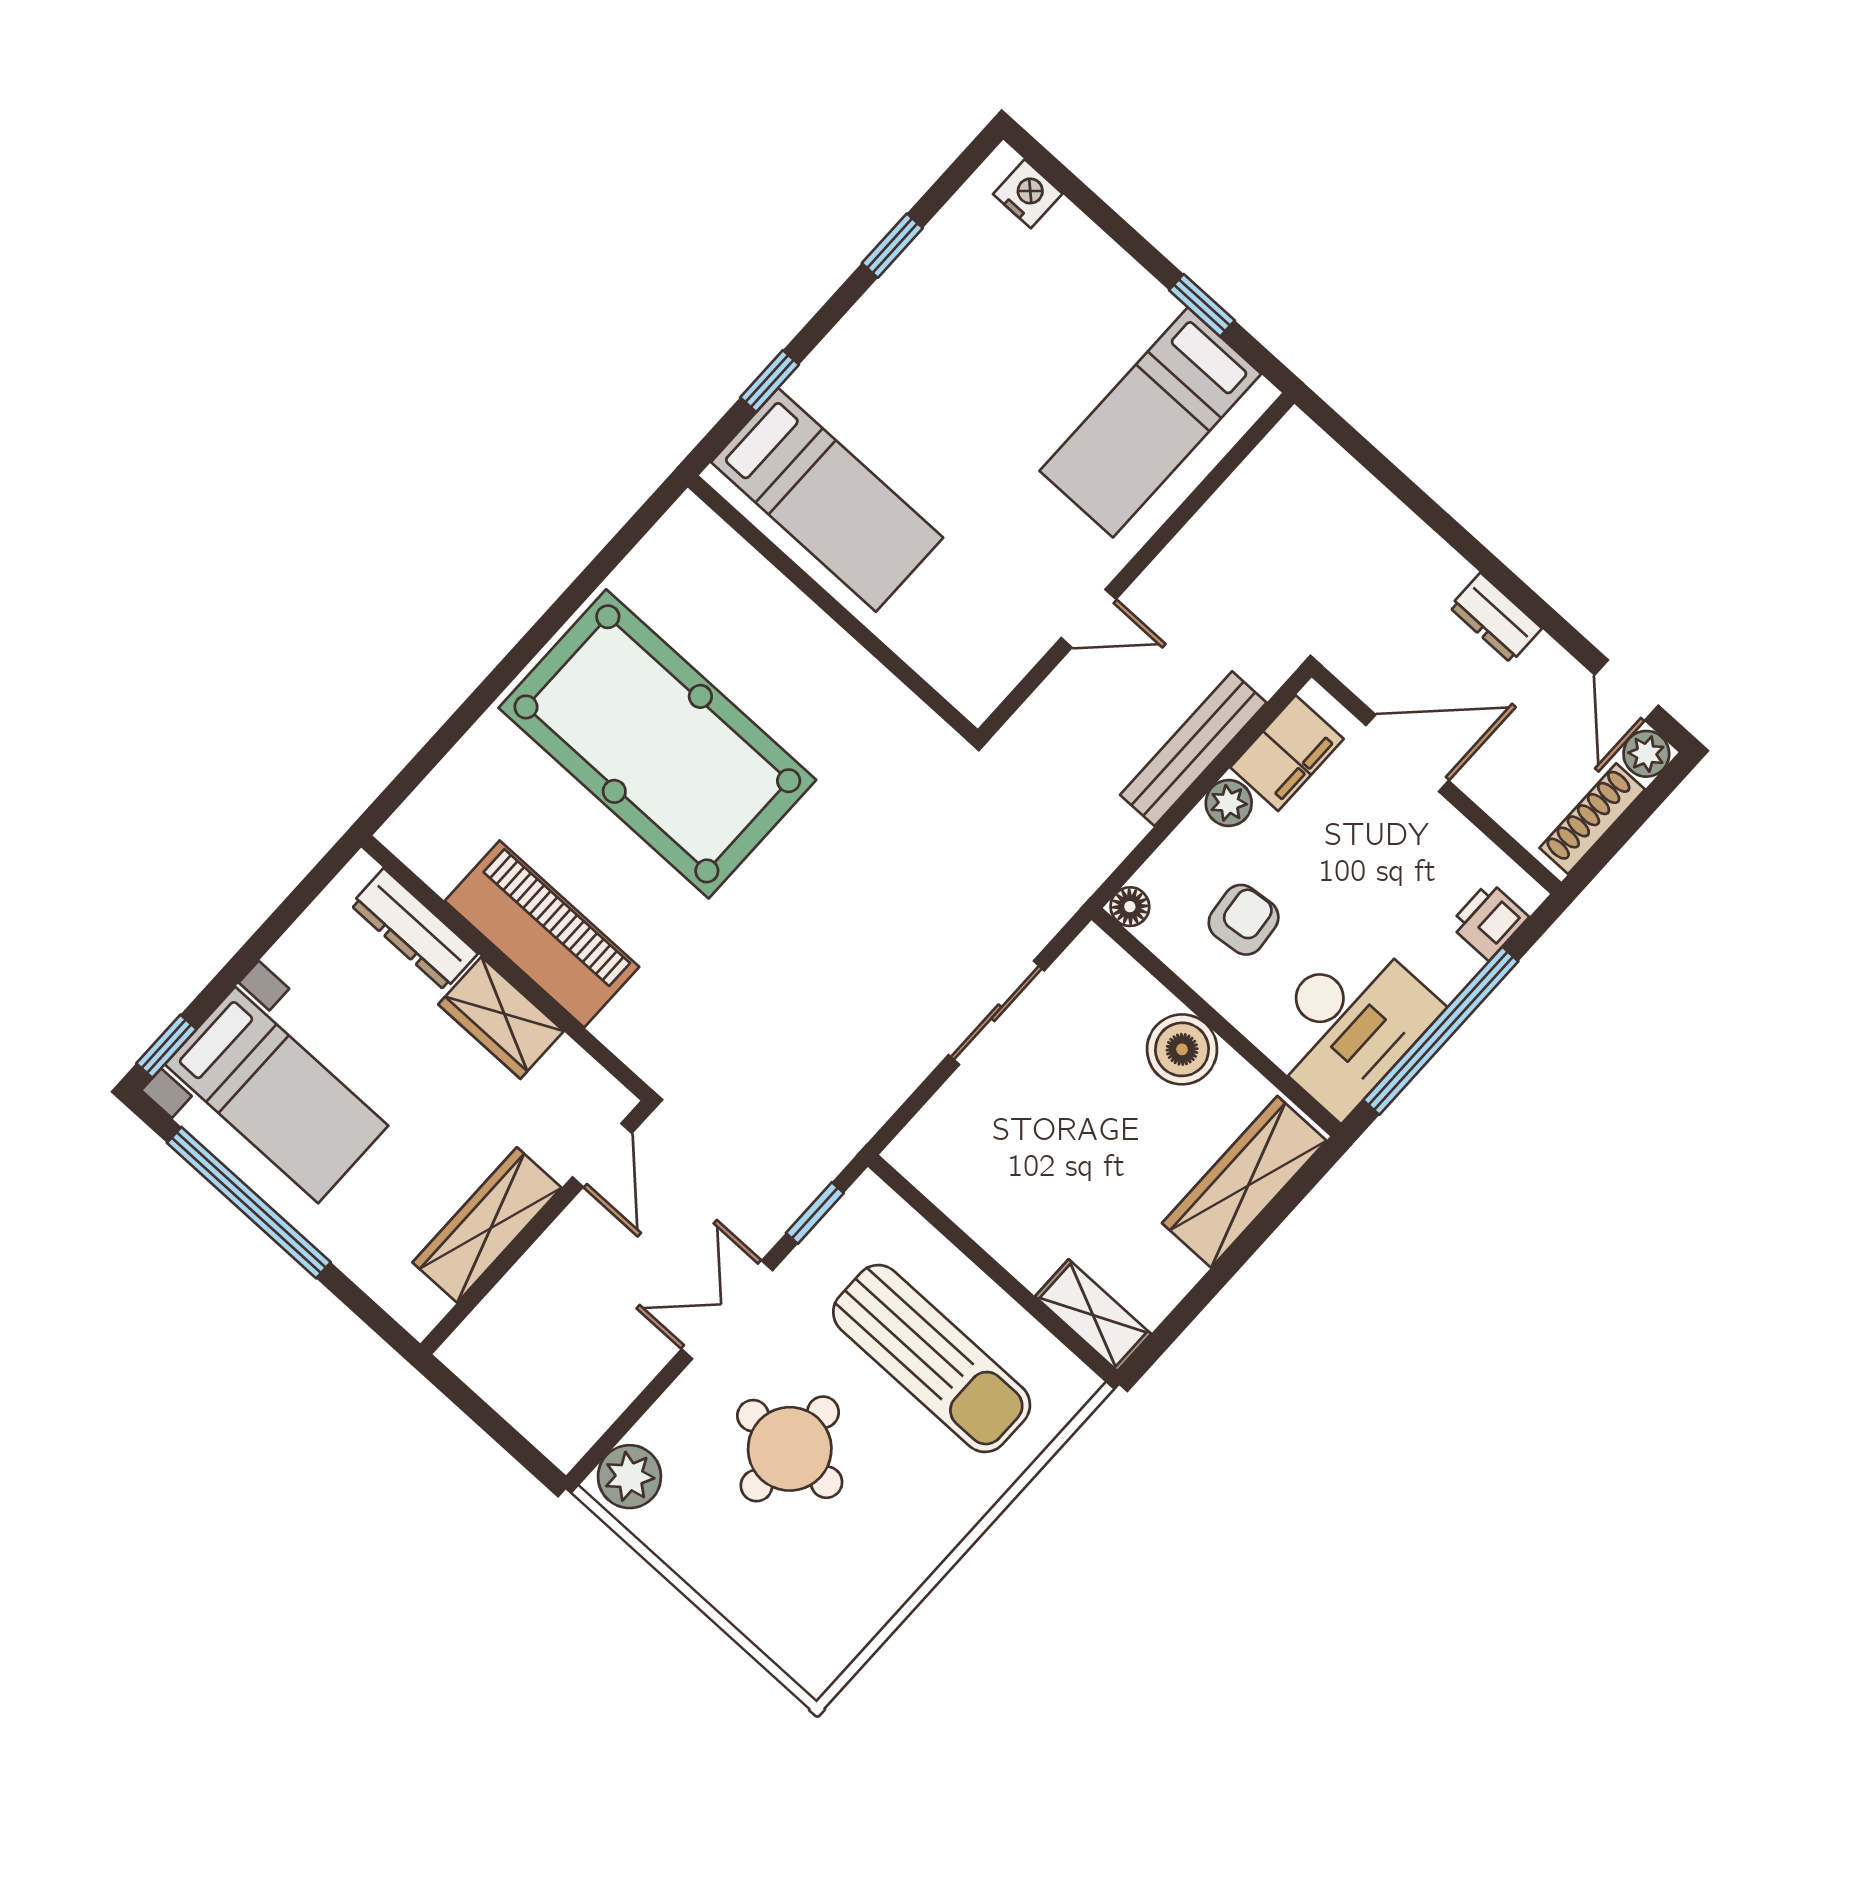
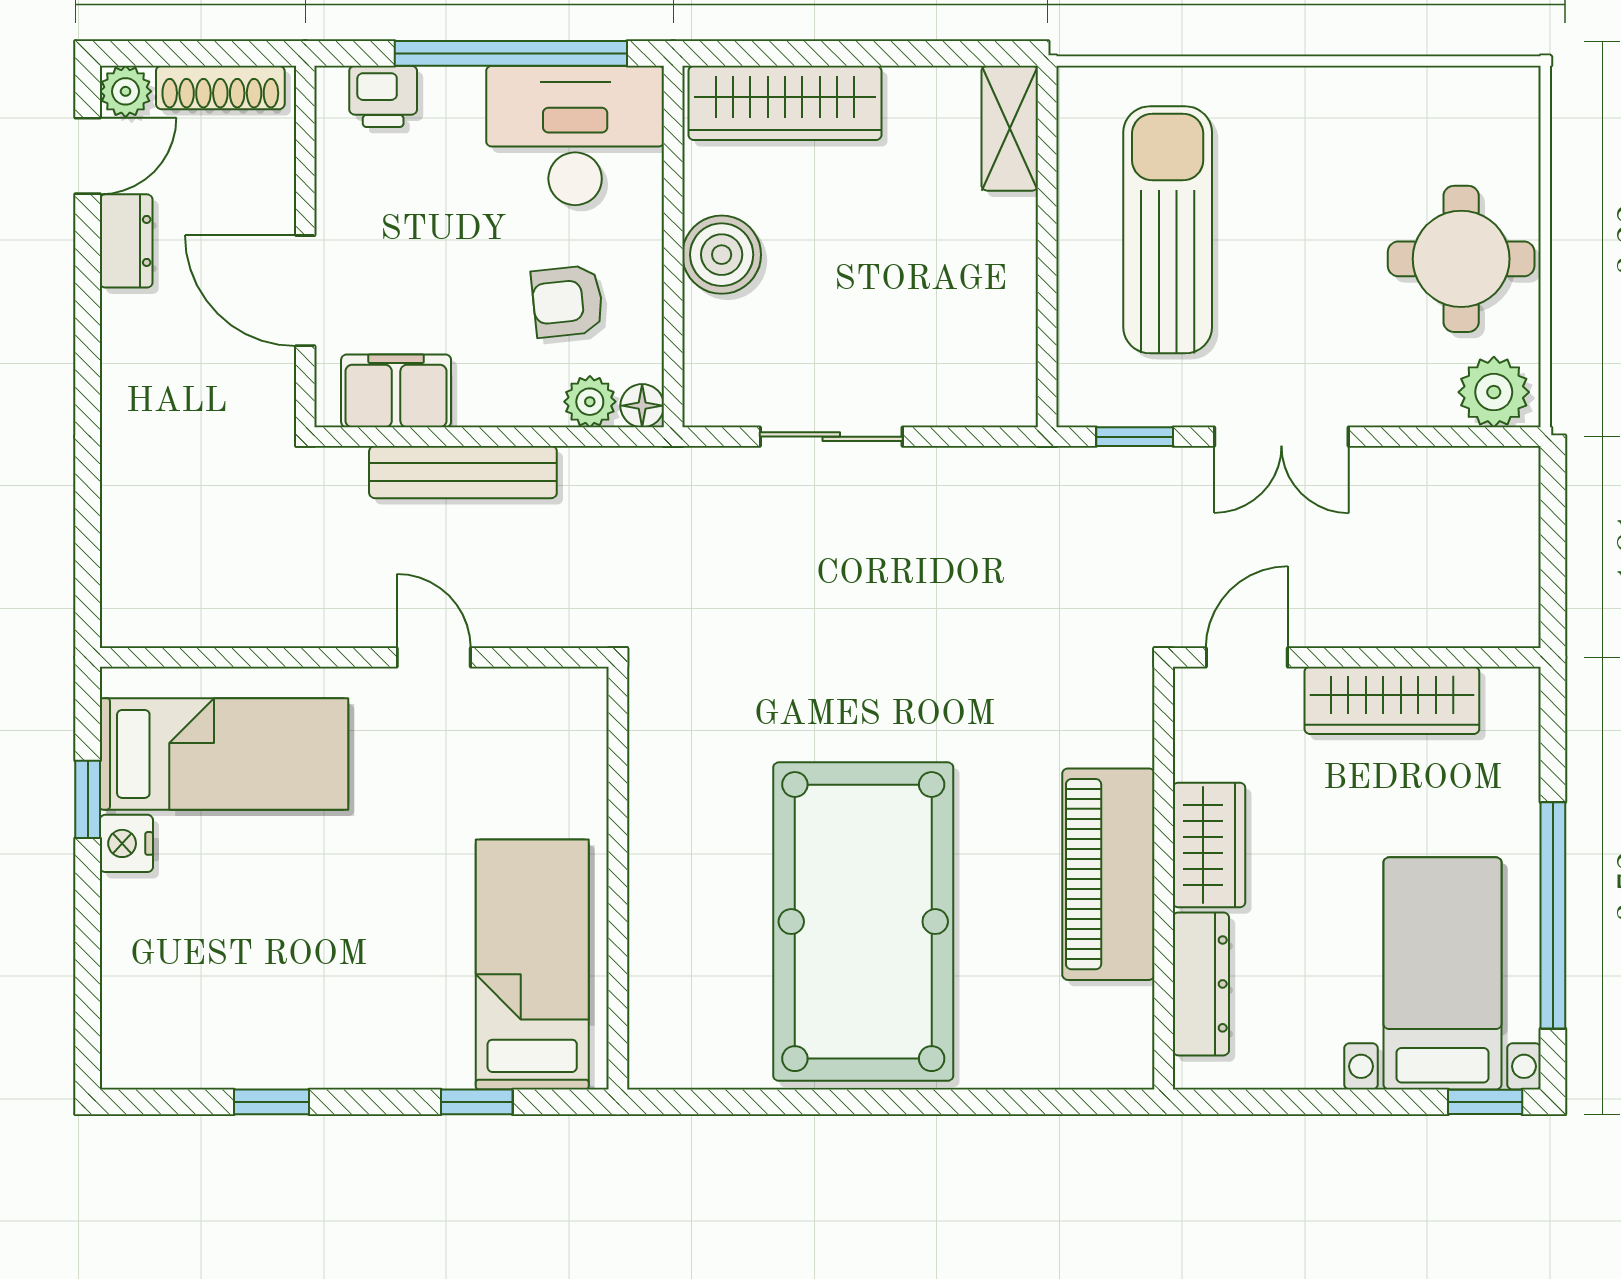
nightstand: (1028, 194) -> (126, 843), moved
dresser: (1496, 618) -> (126, 241), moved
plant: (1229, 803) -> (590, 402), moved
round table: (790, 1449) -> (1461, 259), moved

